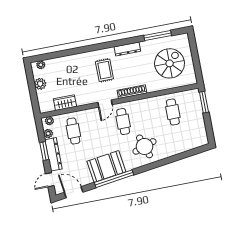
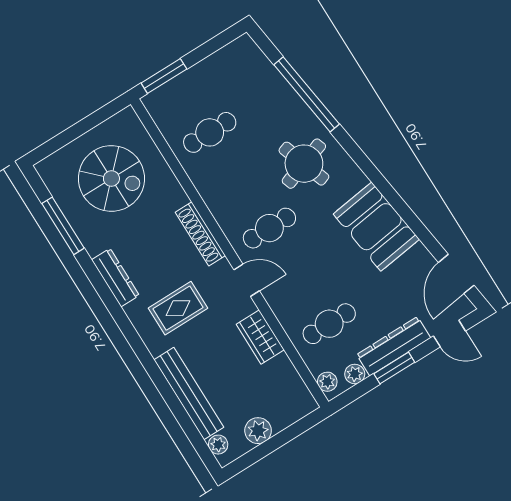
bench: (67, 61) -> (189, 394), added
spiral stairs: (170, 63) -> (111, 178), turned 180
wardrobe: (65, 103) -> (260, 337), moved
window: (114, 179) -> (307, 94), moved

